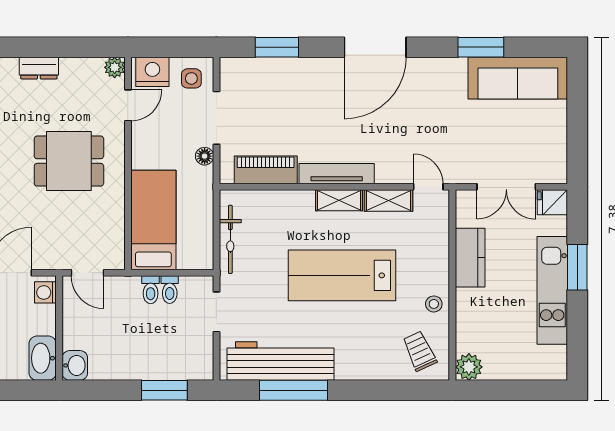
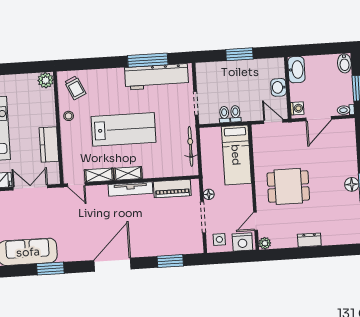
washbasin: (75, 365) -> (279, 87), moved
window: (164, 390) -> (239, 54), moved

